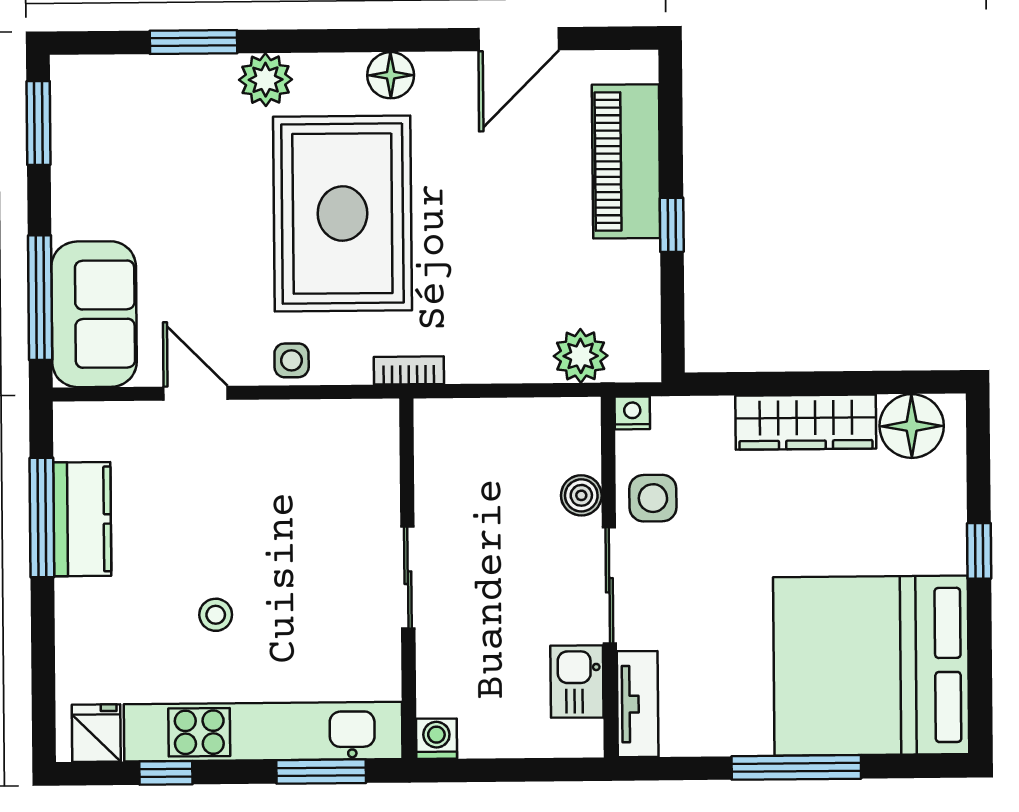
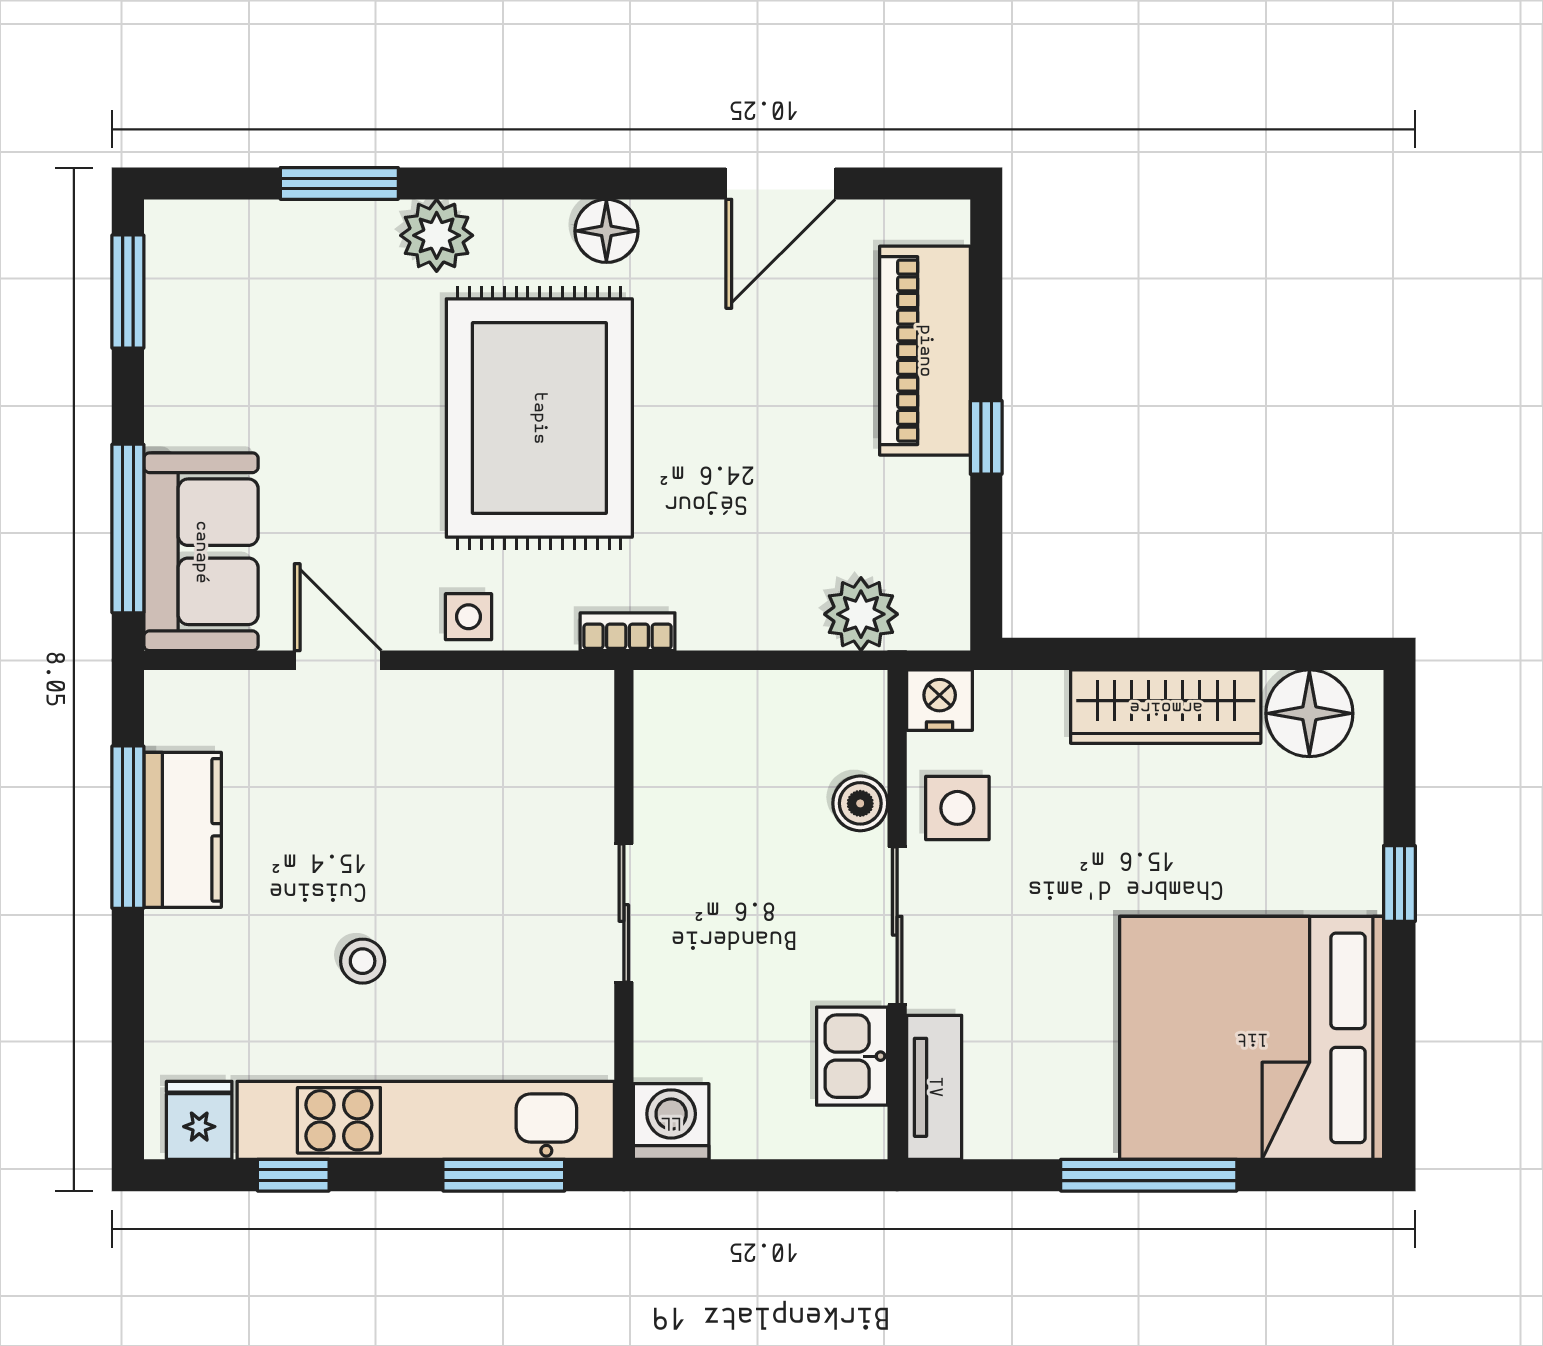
nightstand: (632, 413) -> (940, 700), width x1.39, depth x1.35
washing machine: (436, 739) -> (671, 1122), width x1.38, depth x1.38

